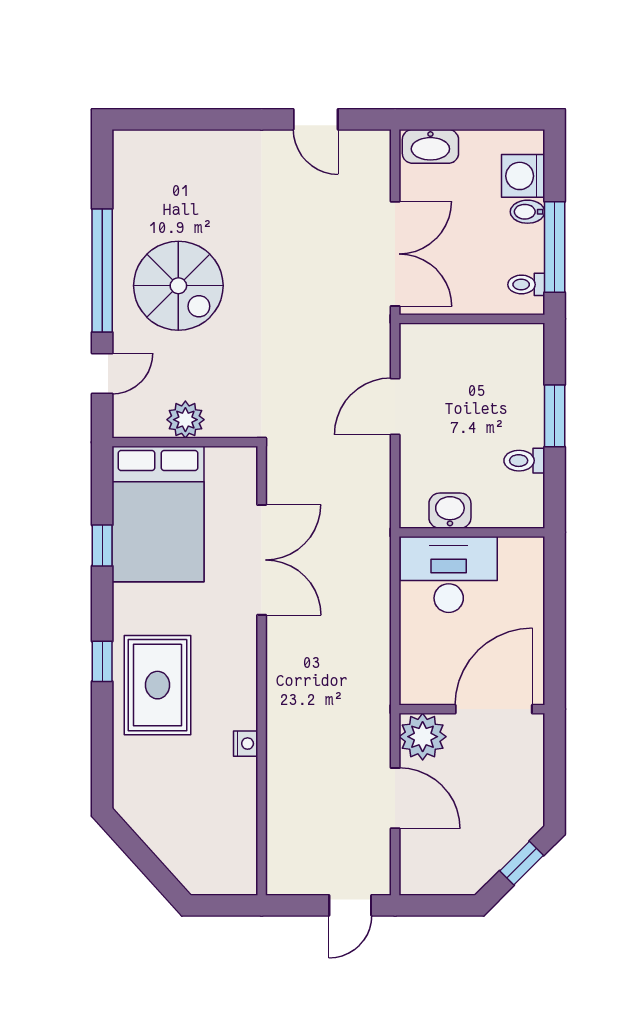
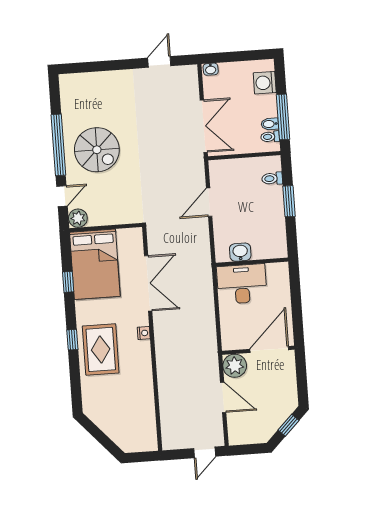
door: (316, 119) -> (159, 62), swing flipped
washbasin: (430, 146) -> (211, 69), width x0.52, depth x0.69
bidet: (527, 212) -> (270, 124), moved
plant: (185, 420) -> (78, 218), moved
toilet: (524, 461) -> (272, 178), moved
nightstand: (246, 744) -> (144, 333), moved

